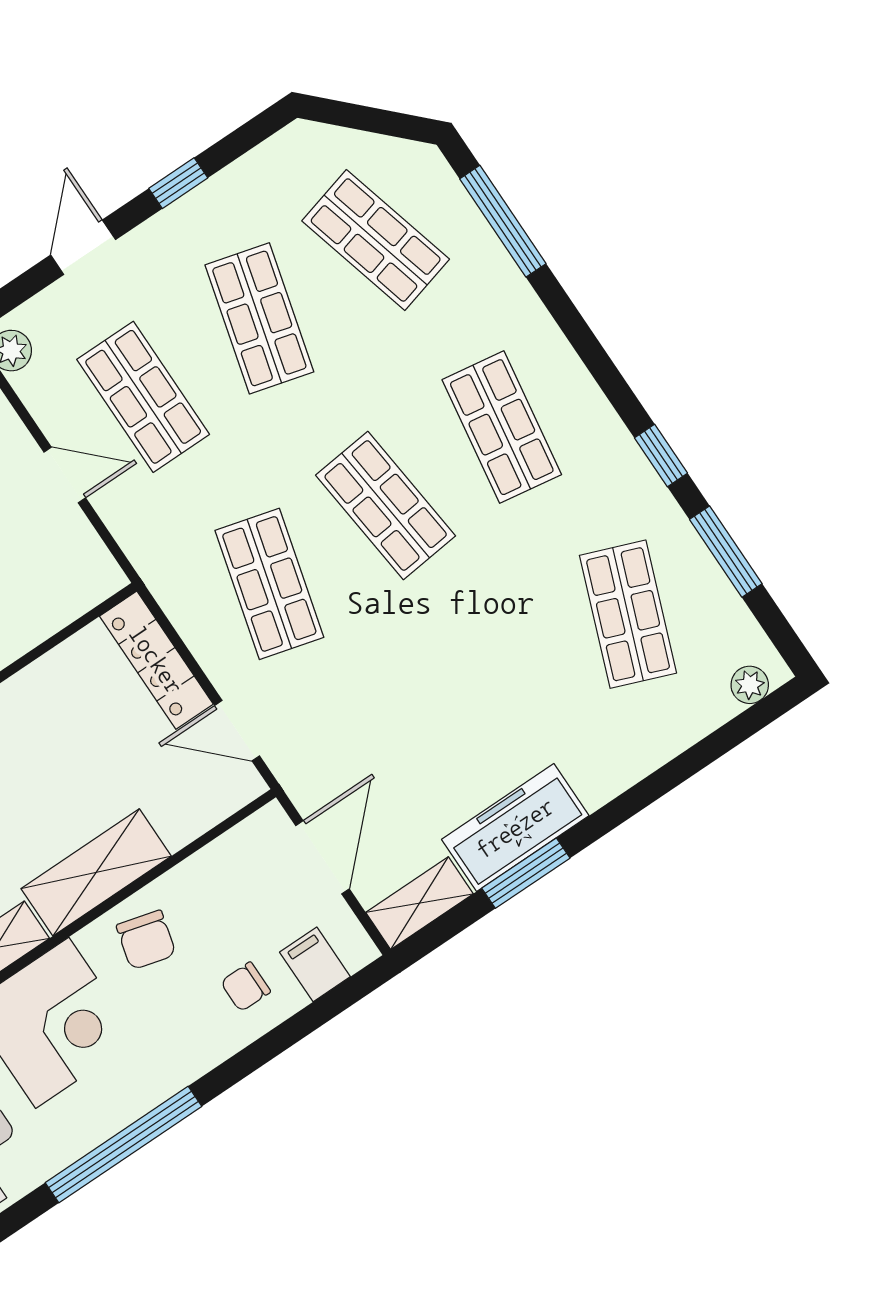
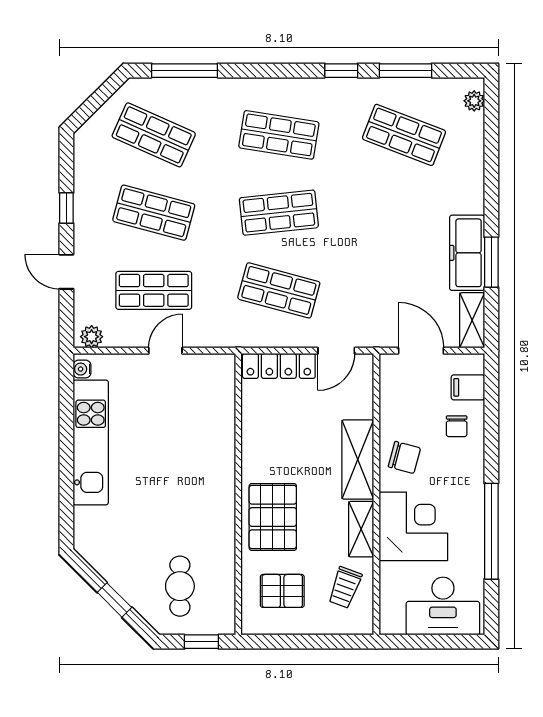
shop shelf: (376, 240) -> (154, 135), turned 39

